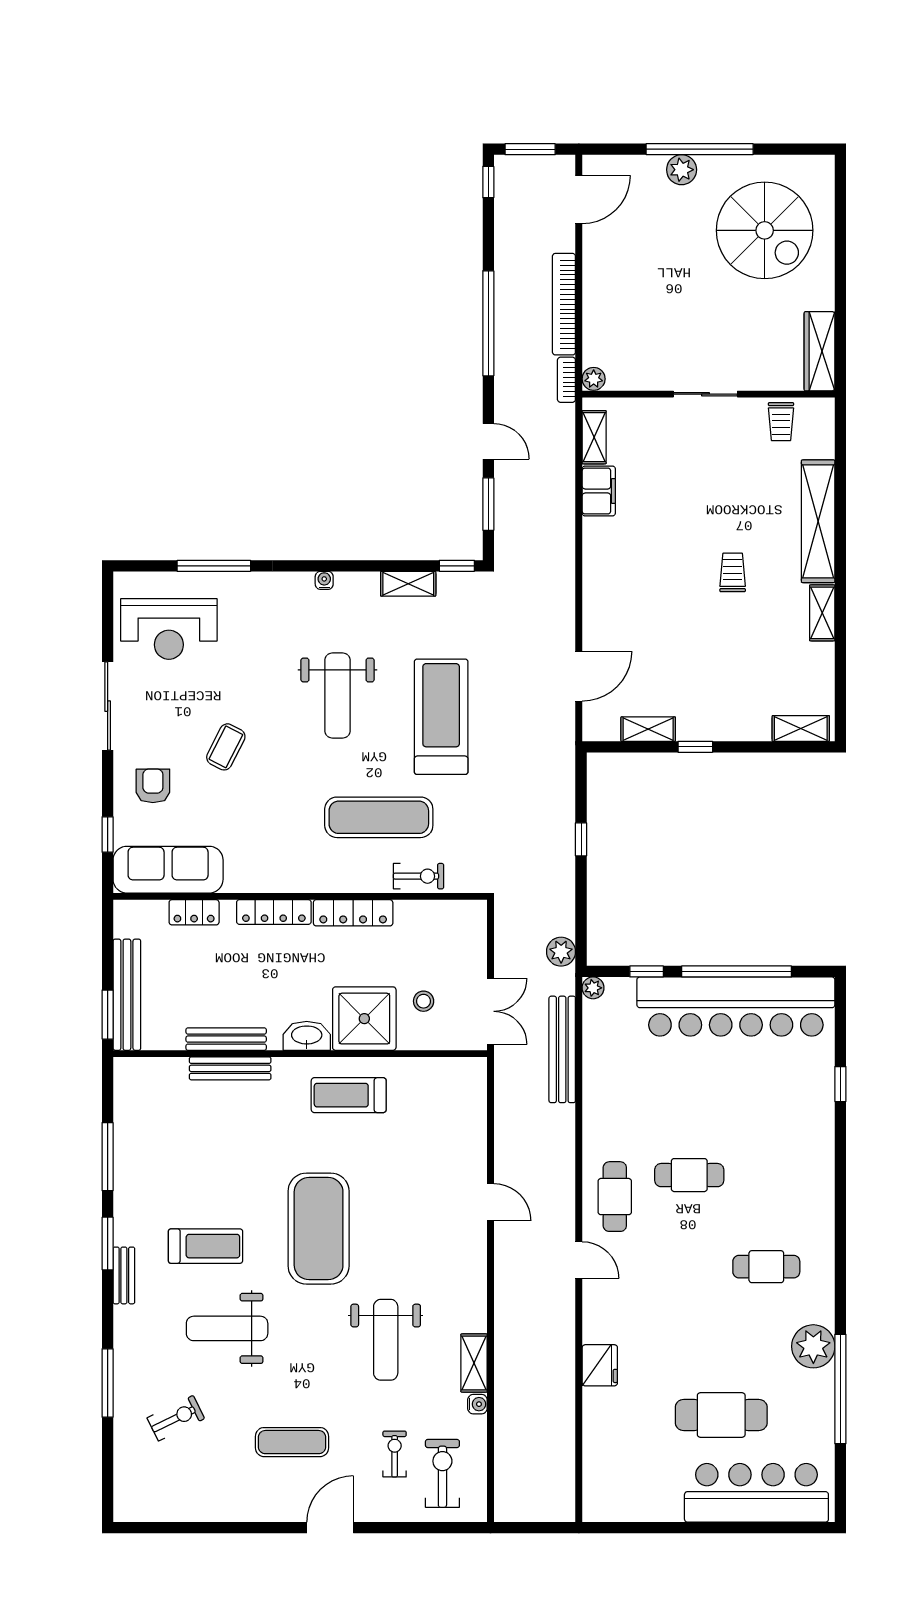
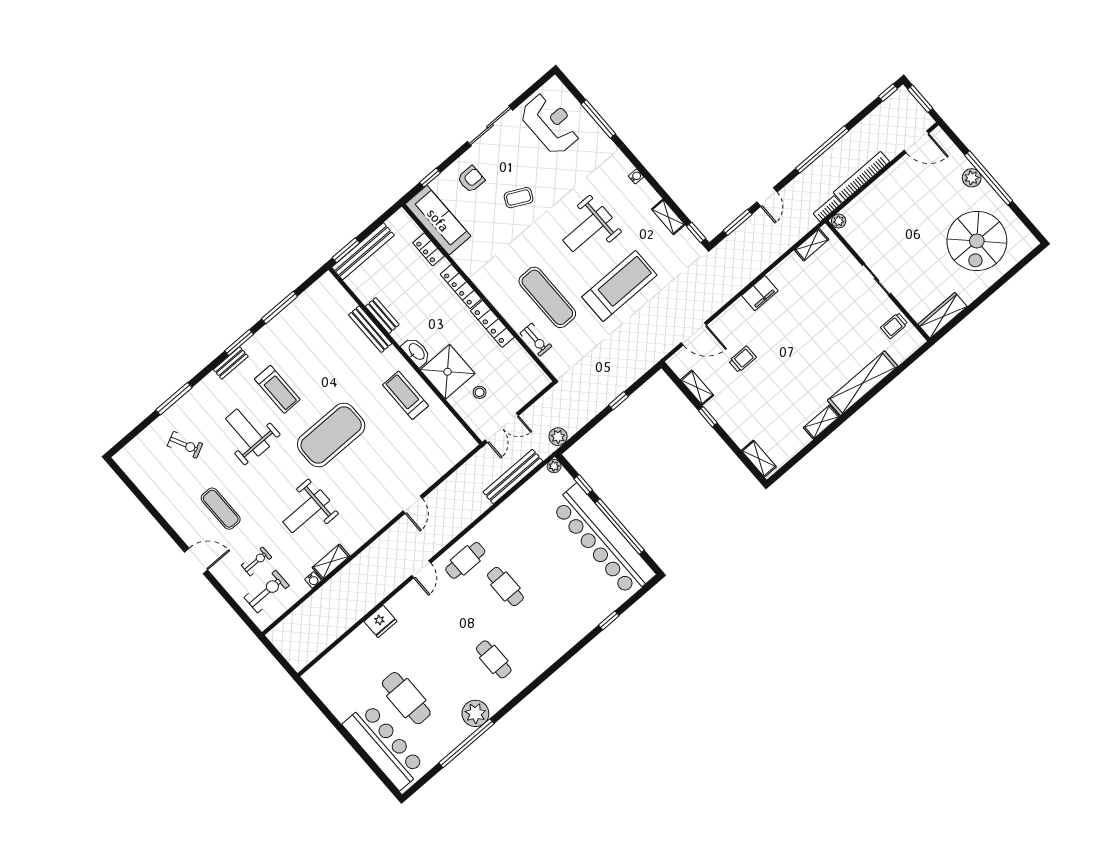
filing cabinet: (599, 491) -> (760, 293), moved
trolley: (733, 572) -> (743, 359), moved
reception desk: (169, 629) -> (551, 123), turned 180
bench: (226, 1039) -> (382, 315), width x0.73

